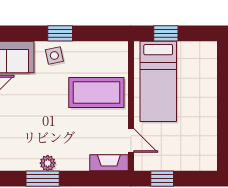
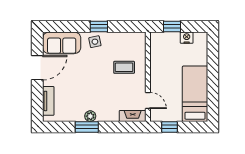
nightstand: (187, 50) -> (187, 38), added
bed: (158, 81) -> (195, 94), moved, turned 180
coffee table: (96, 92) -> (124, 67), width x0.54, depth x0.58

